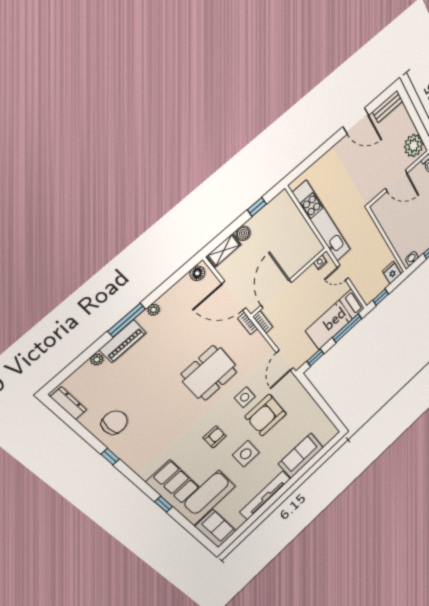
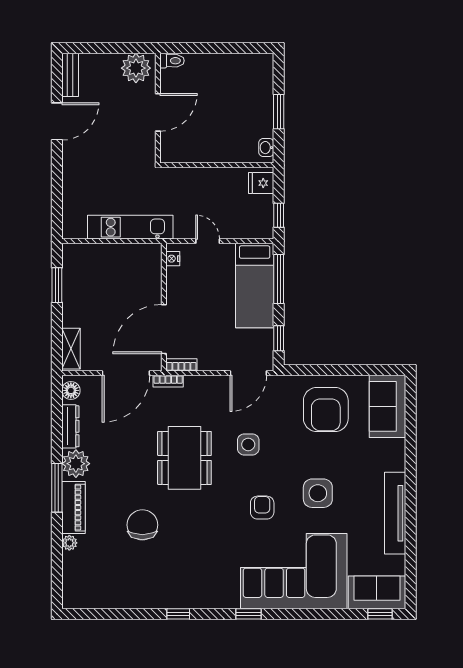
window: (257, 207) -> (57, 285), width x1.50
kitchen unit: (322, 222) -> (130, 227), width x0.73
boiler: (243, 233) -> (71, 318), removed
door: (343, 273) -> (208, 241), swing flipped
door: (276, 294) -> (164, 329), hinge flipped
plant: (154, 310) -> (76, 464), width x1.88, depth x1.88
door: (285, 360) -> (248, 373), hinge flipped
dresser: (68, 403) -> (70, 426), moved, turned 90
armchair: (266, 415) -> (326, 410), moved
chair: (114, 422) -> (142, 525), moved
sofa: (301, 456) -> (388, 406), moved
window: (164, 504) -> (248, 614), moved
window: (205, 541) -> (380, 614), added

